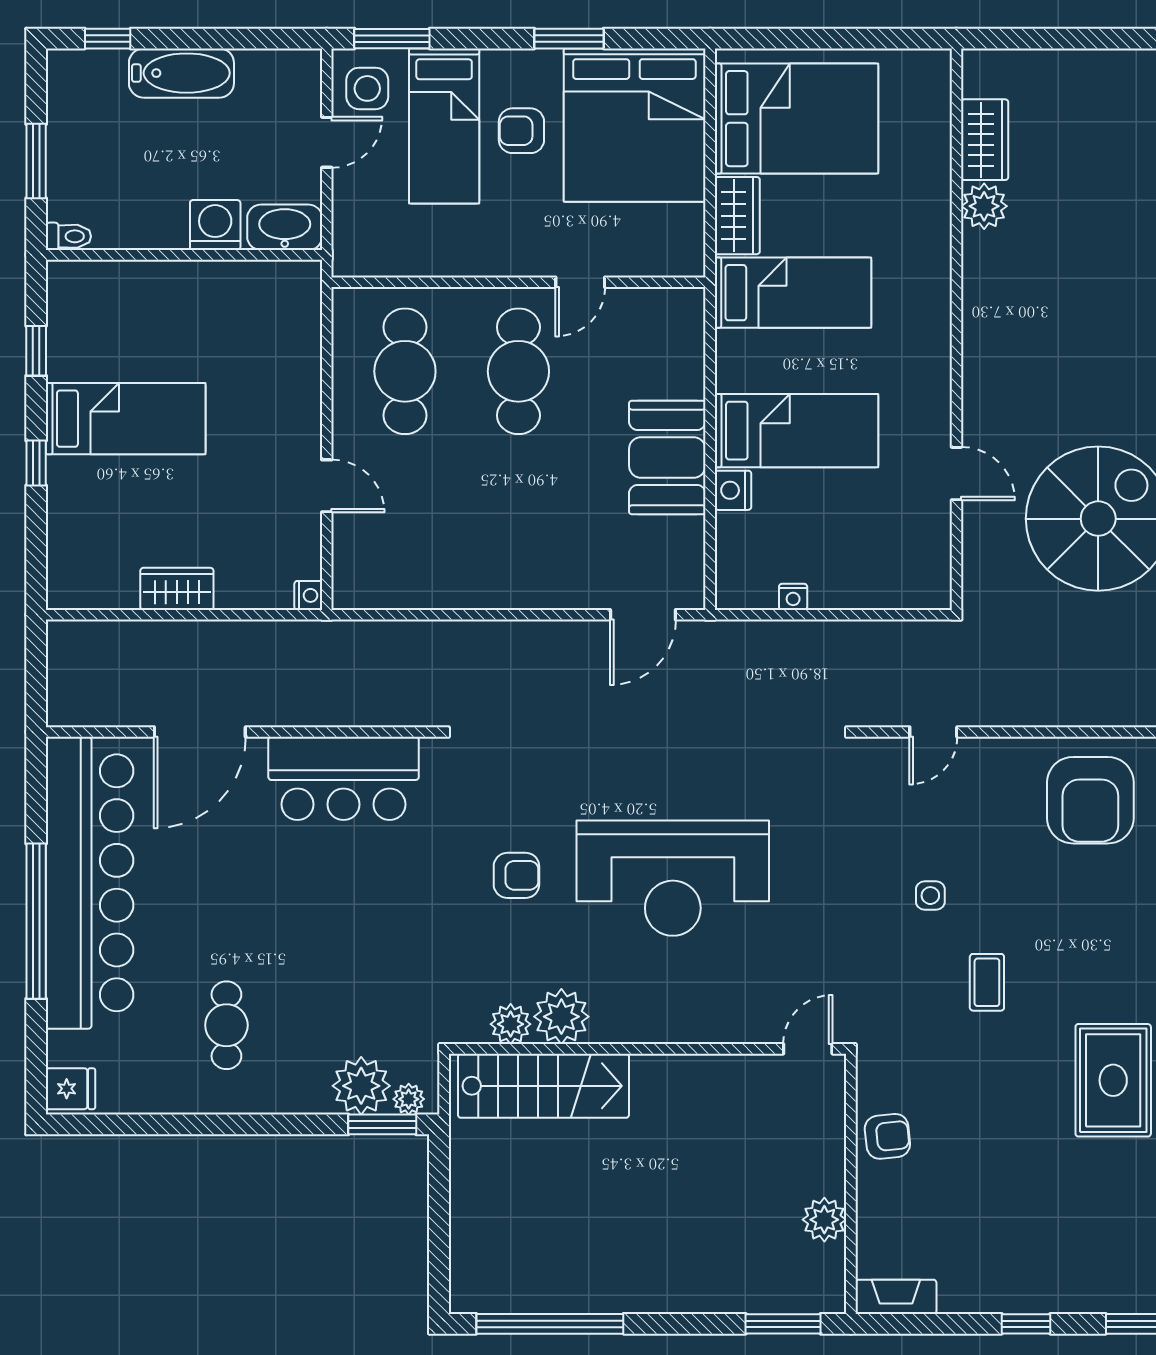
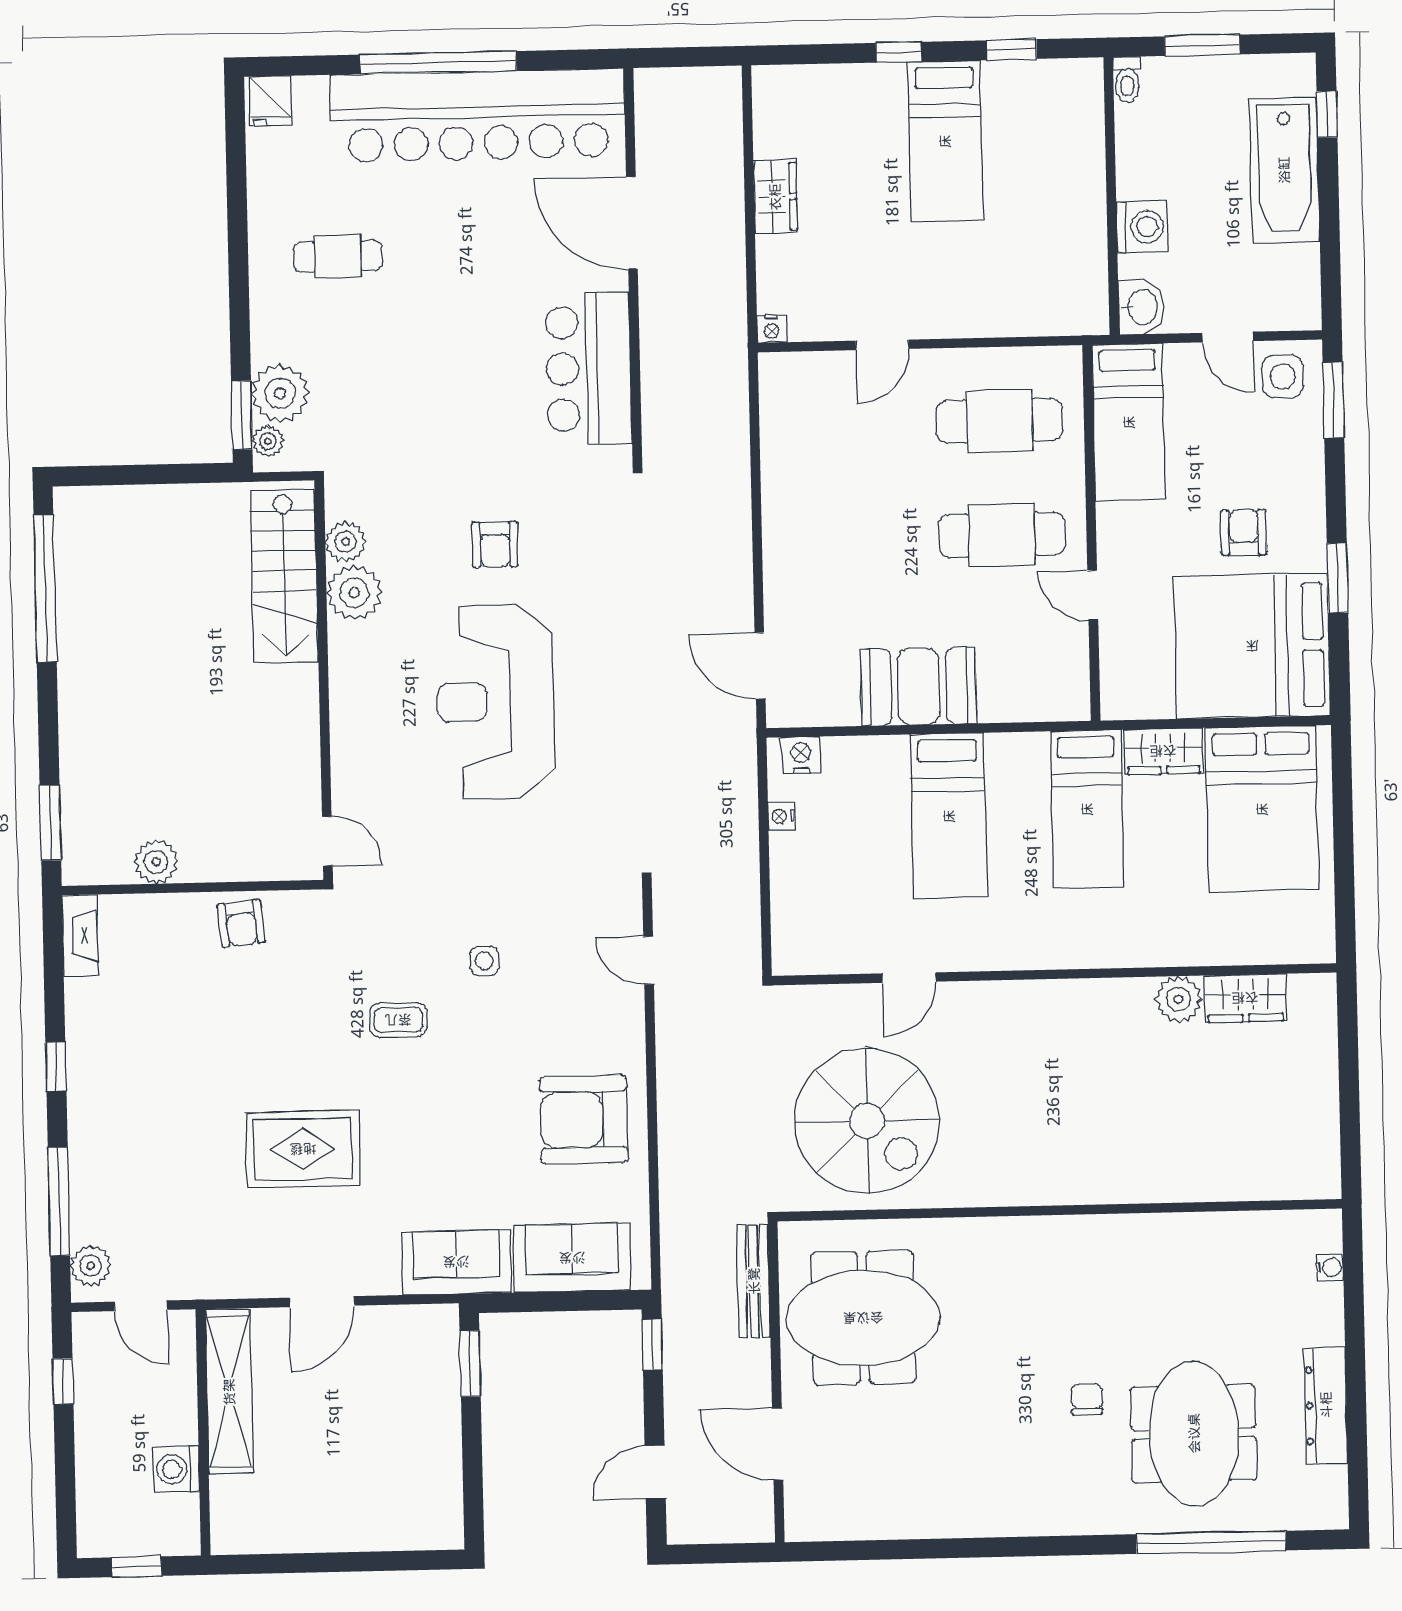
bathtub: (181, 73) -> (1284, 170), width x1.36, depth x1.36
bed: (444, 126) -> (1129, 422), moved, turned -90
washbasin: (285, 227) -> (1141, 307), width x0.72
nightstand: (733, 490) -> (801, 755), moved

